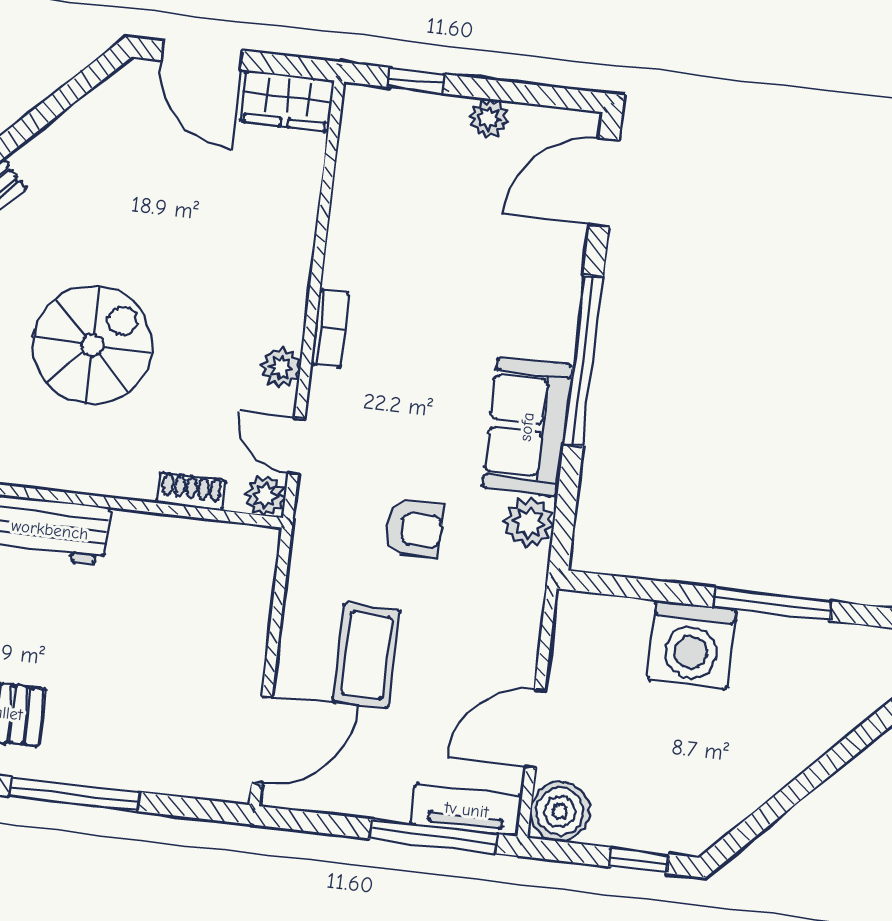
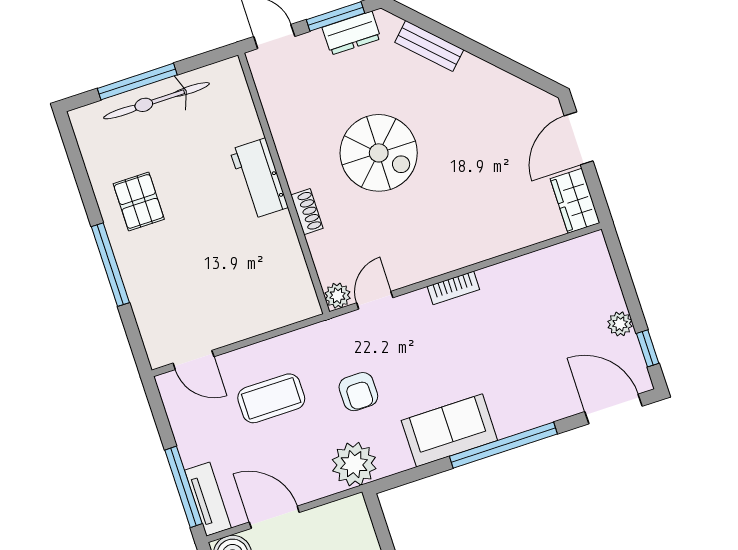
window: (416, 81) -> (648, 348), moved
plant: (281, 367) -> (417, 270), removed
shoe rack: (191, 491) -> (307, 212), moved
plant: (529, 523) -> (354, 464), moved, width x1.36, depth x1.36
door: (262, 739) -> (194, 360), width x0.73

